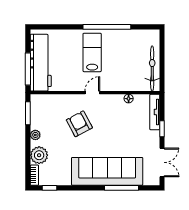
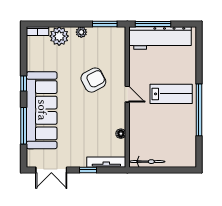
bicycle: (152, 69) -> (147, 162), width x0.73, depth x0.71
window: (49, 188) -> (24, 84), moved

